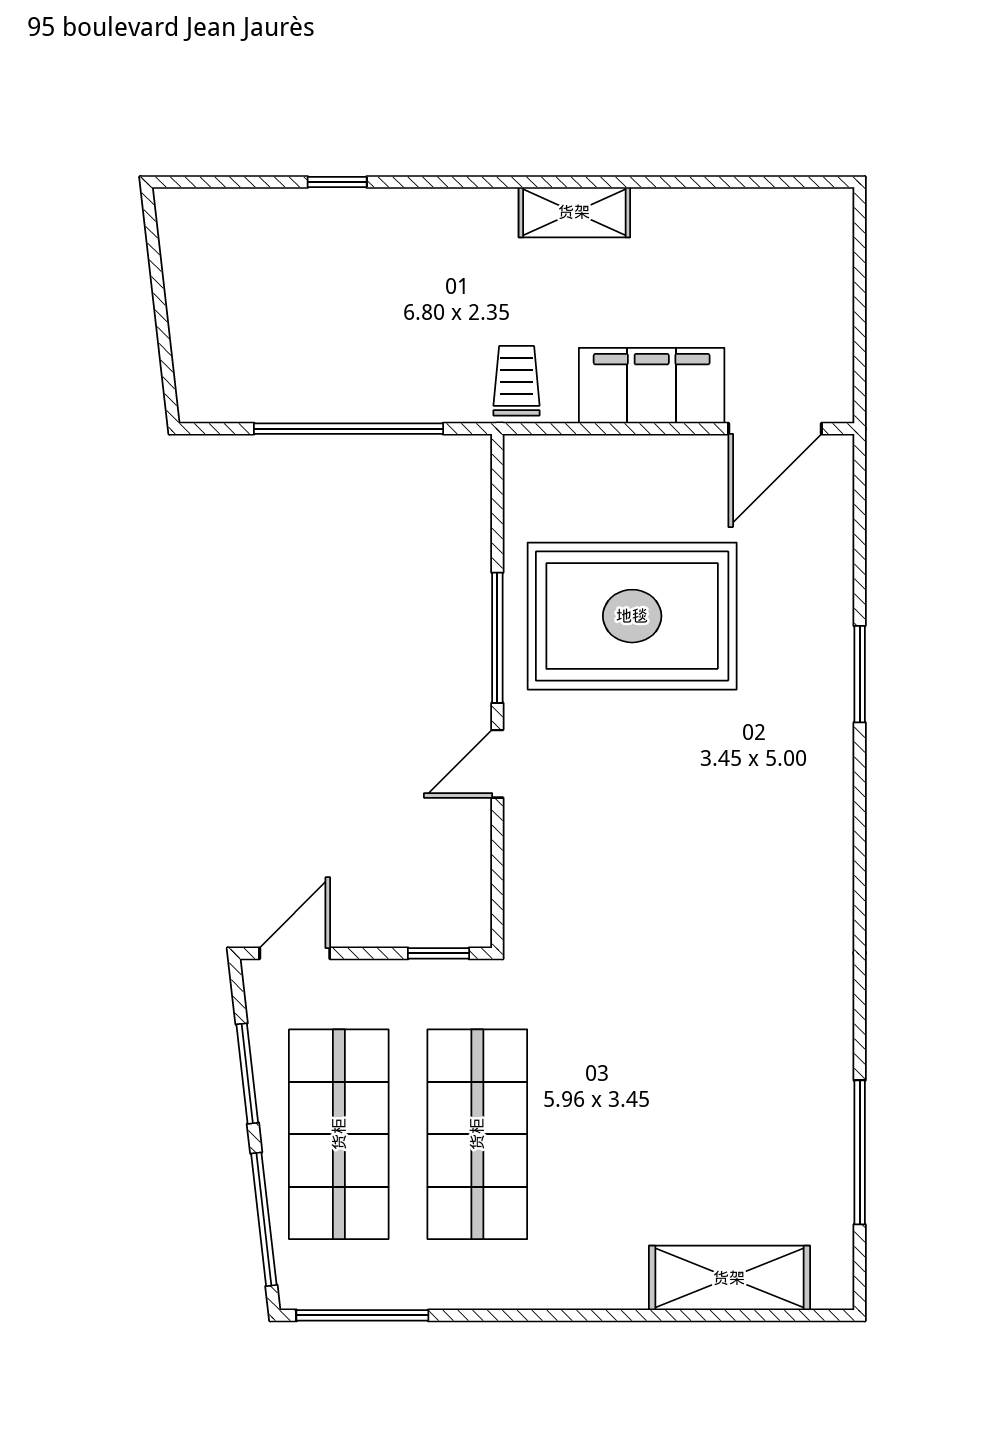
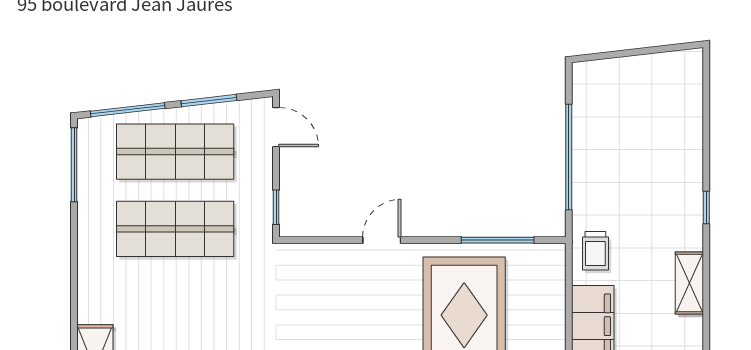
window: (337, 182) -> (706, 207), moved
trolley: (517, 381) -> (595, 251), turned 90
window: (497, 638) -> (498, 240), moved
door: (497, 764) -> (382, 240), hinge flipped

